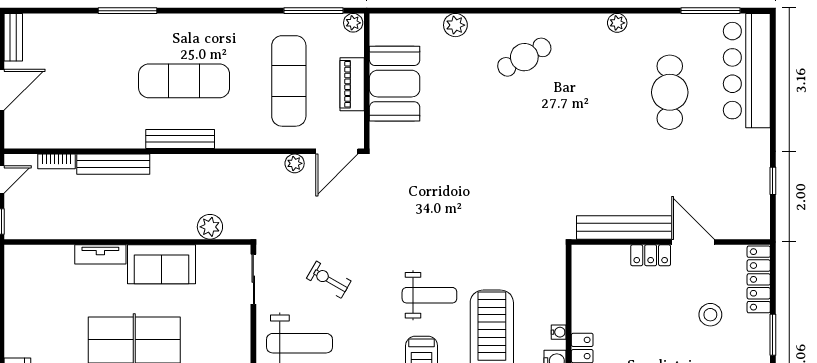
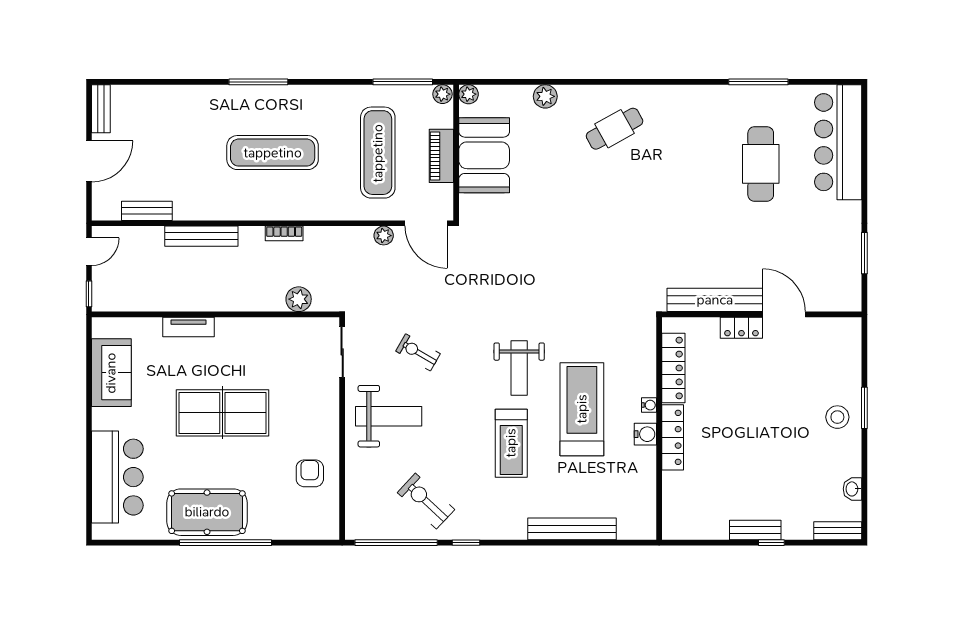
window: (128, 11) -> (258, 82), moved
window: (710, 11) -> (758, 82), moved
plant: (617, 23) -> (469, 94), moved
bench: (180, 139) -> (147, 211), moved, width x0.73
door: (337, 151) -> (426, 223), hinge flipped
bookcase: (56, 161) -> (284, 233), moved
window: (773, 181) -> (864, 253), width x1.50
sofa: (162, 264) -> (111, 373), moved, turned -90
locker: (759, 279) -> (673, 368), moved, turned 180
weight bench: (429, 295) -> (519, 368), turned 90
stool: (710, 315) -> (837, 417), moved

